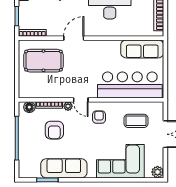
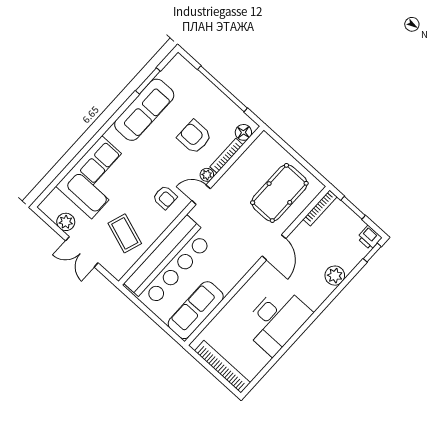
coffee table: (136, 121) -> (125, 233), turned -71
plant: (158, 172) -> (66, 222), moved

